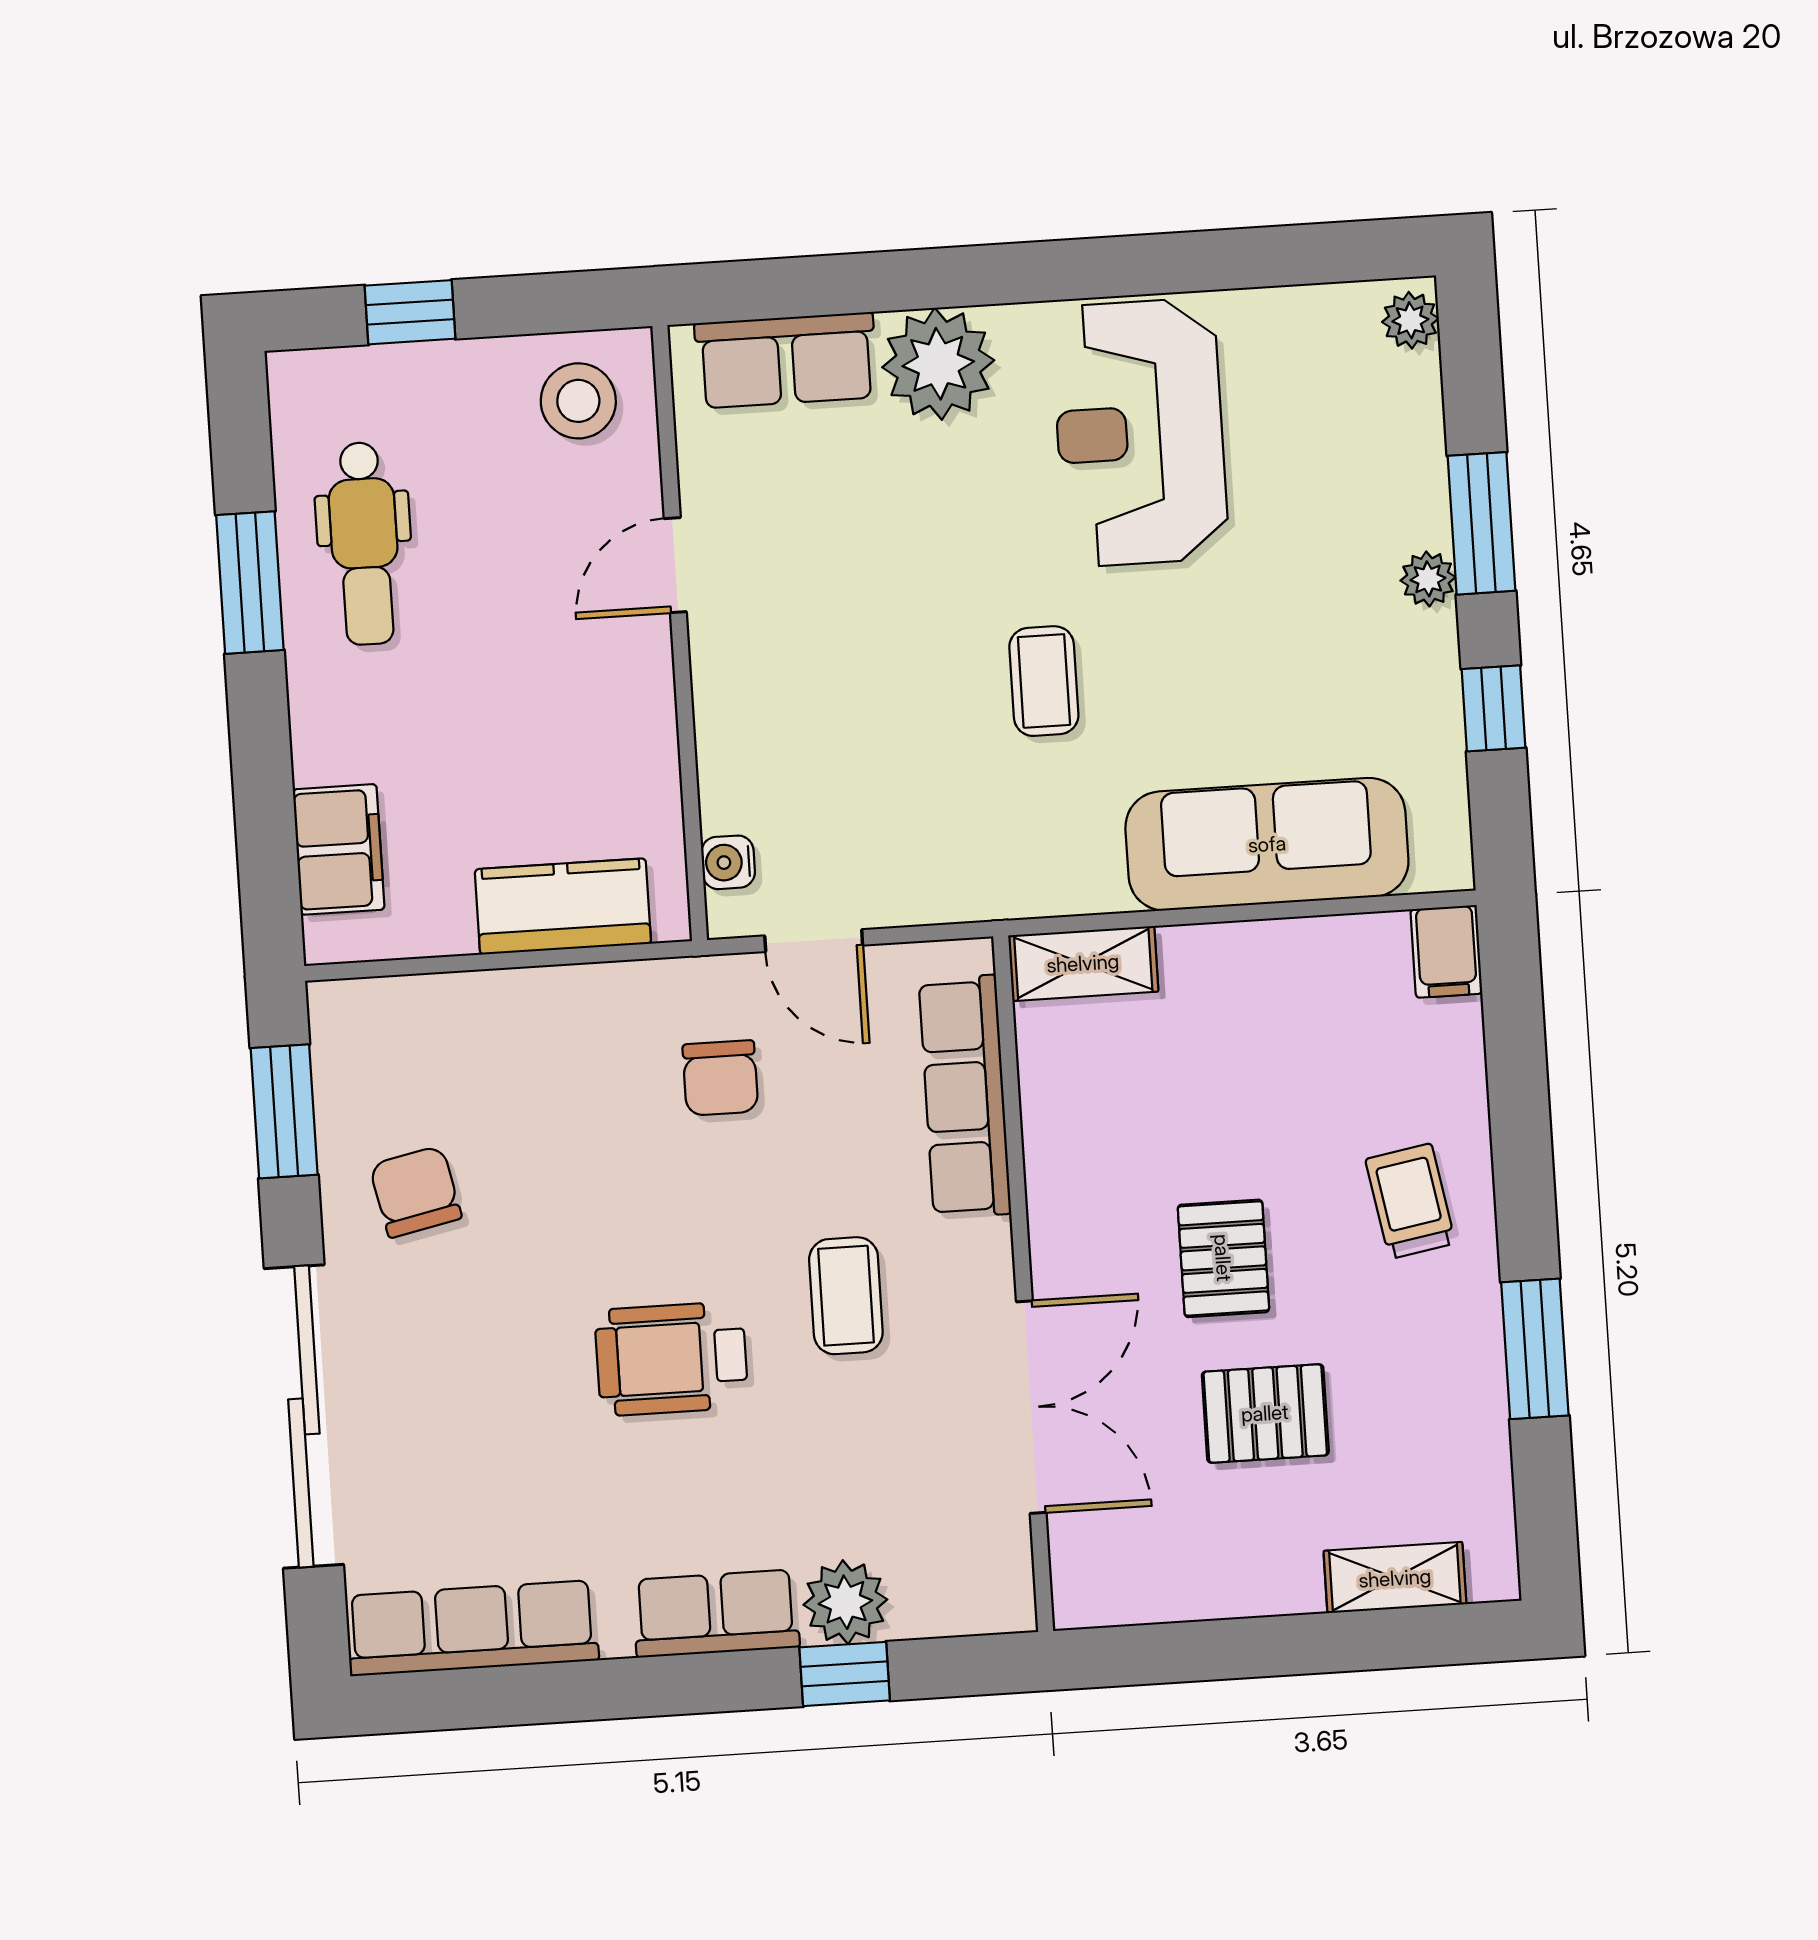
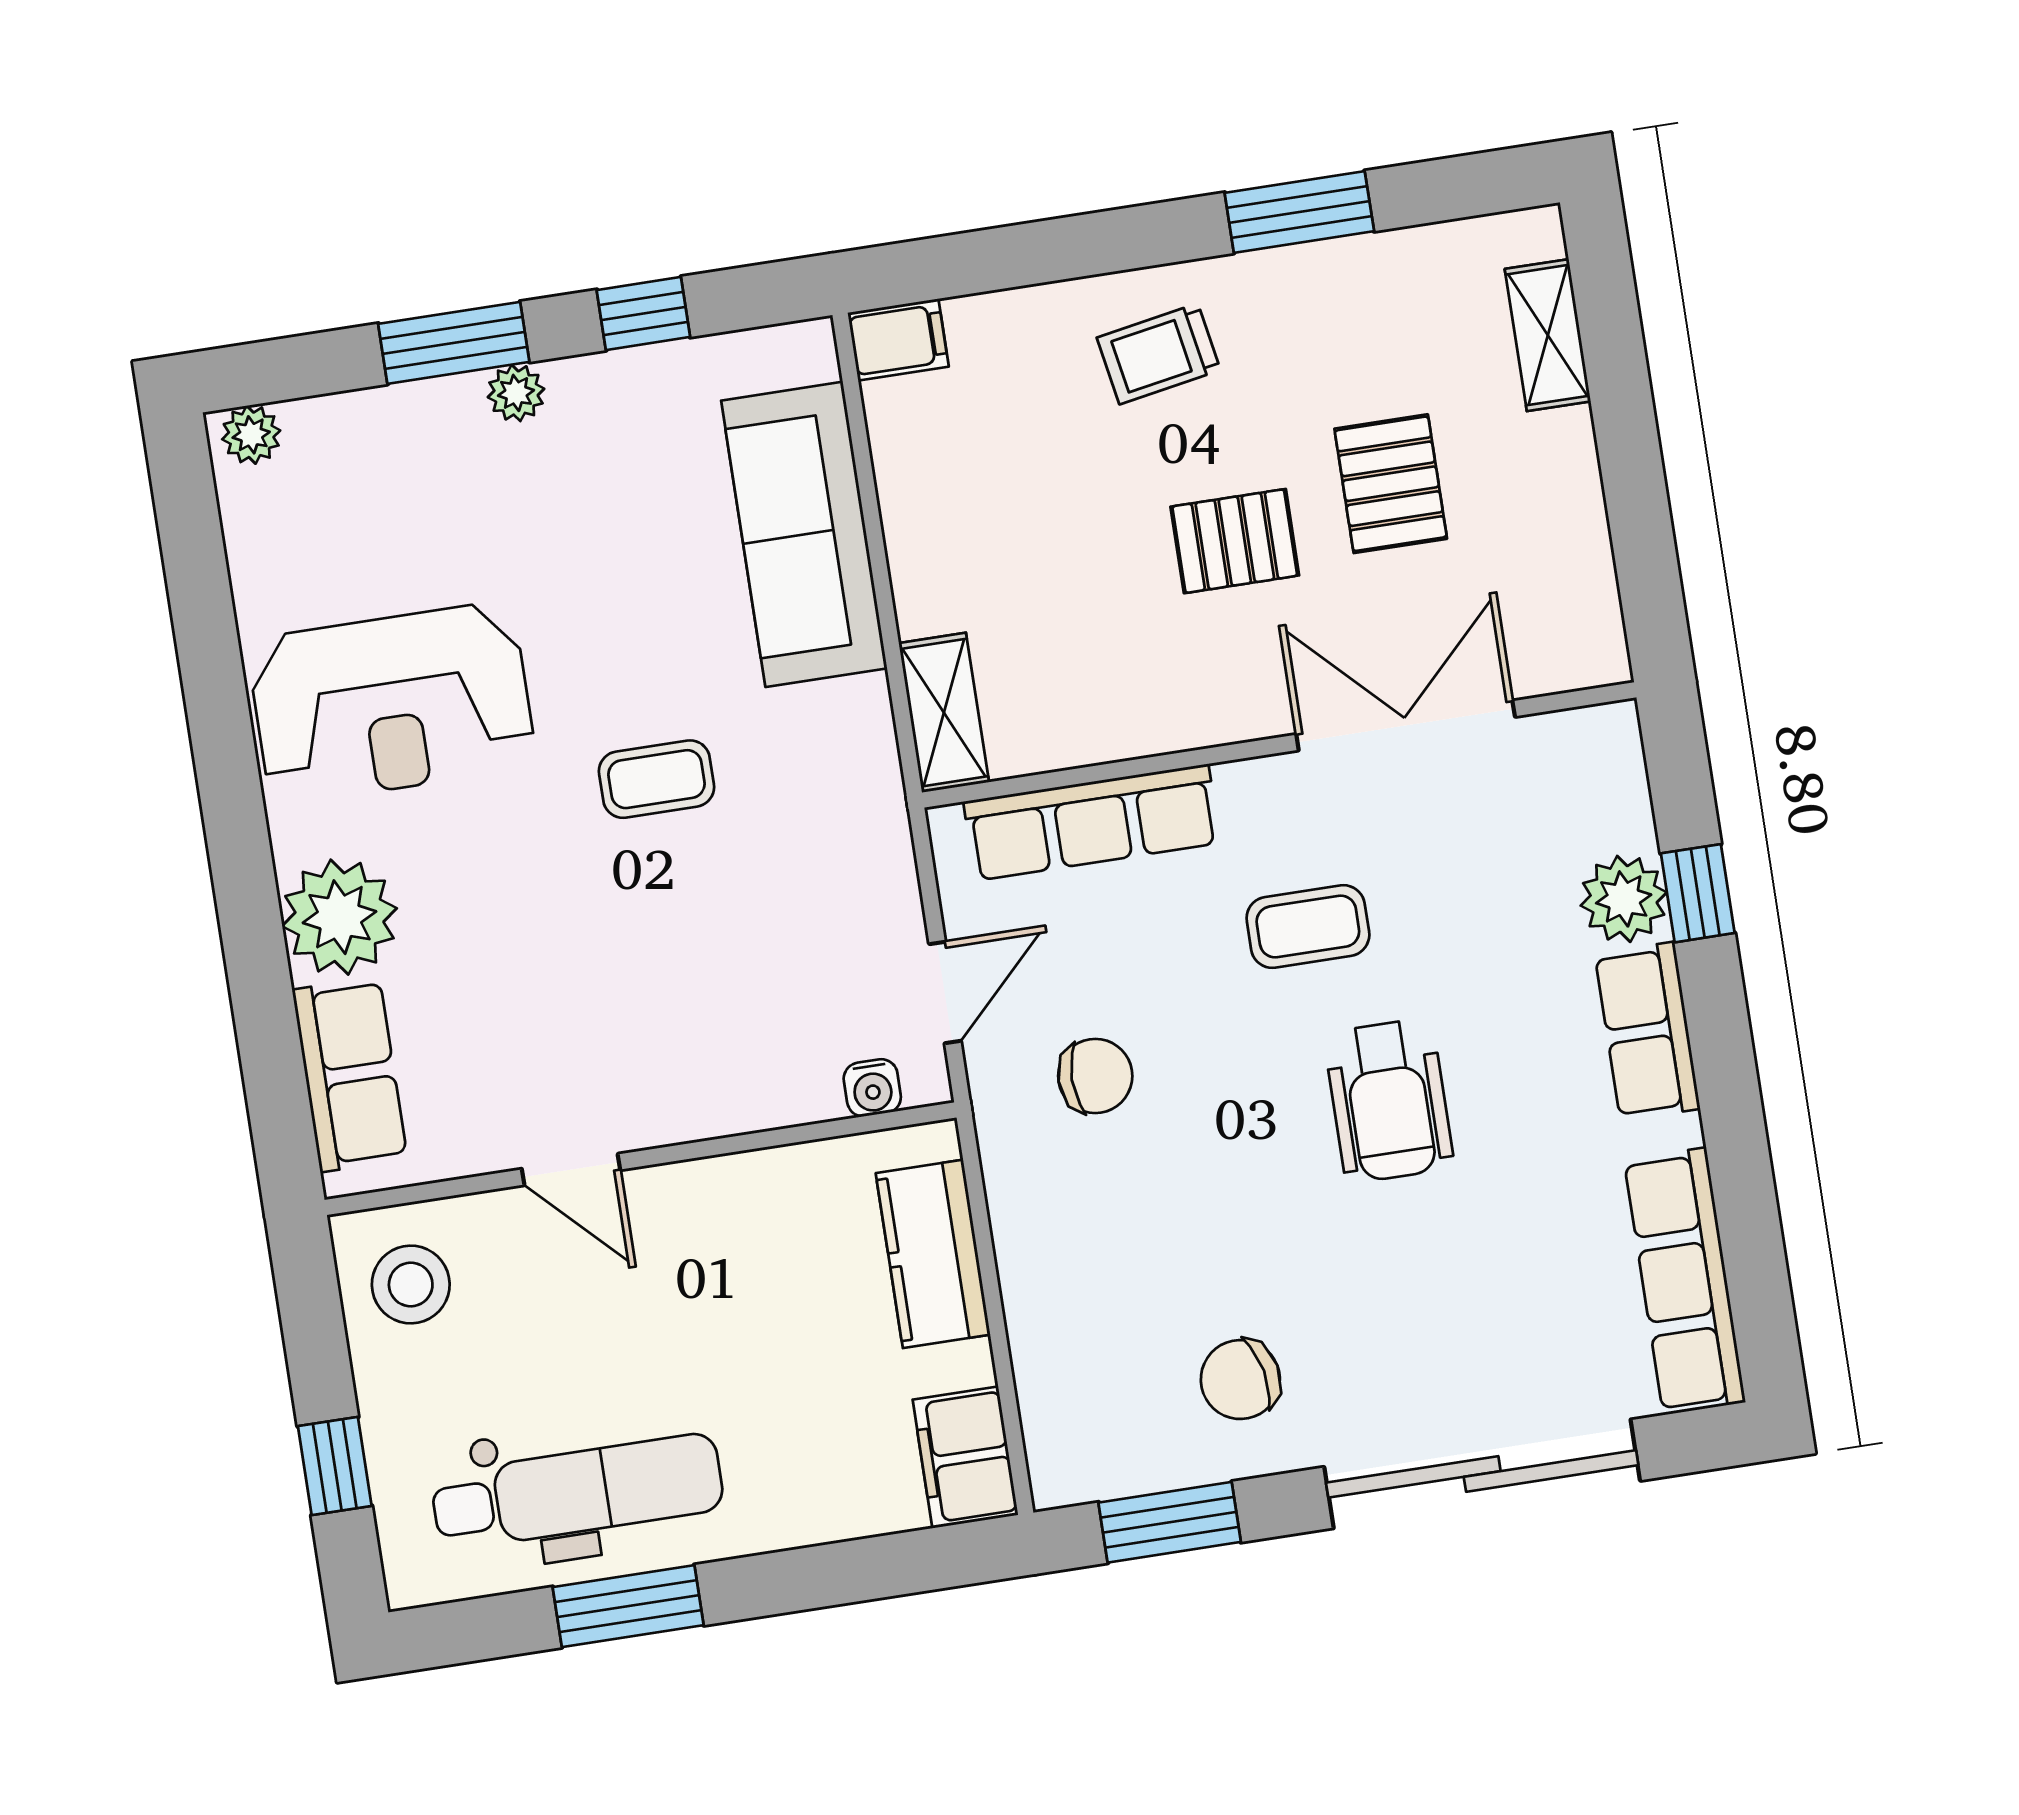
dental chair: (364, 543) -> (577, 1492), width x1.36, depth x1.38
filing cabinet: (339, 849) -> (965, 1457), moved, turned -90

